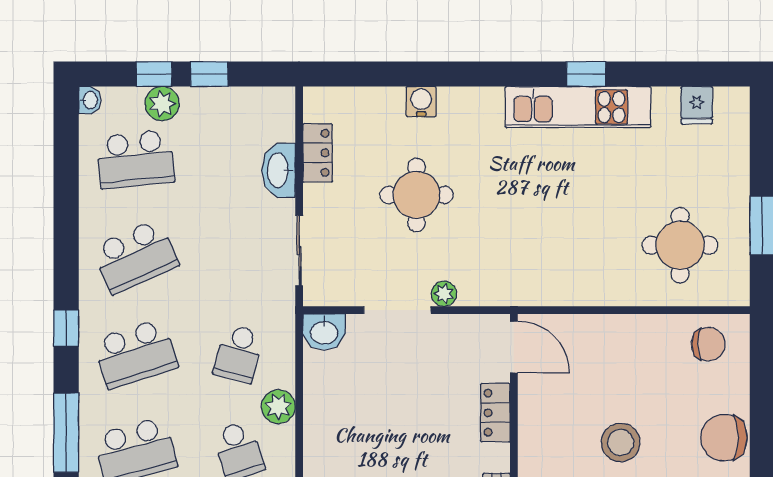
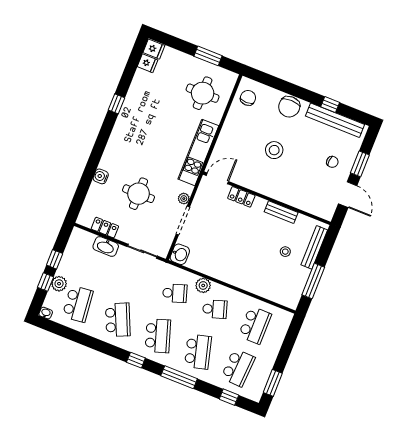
kitchen unit: (578, 107) -> (198, 152), moved, turned 180
fridge: (732, 107) -> (154, 49), added
school desk: (238, 354) -> (175, 293), turned -33

